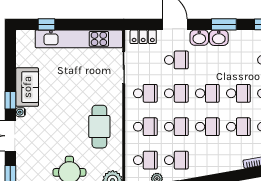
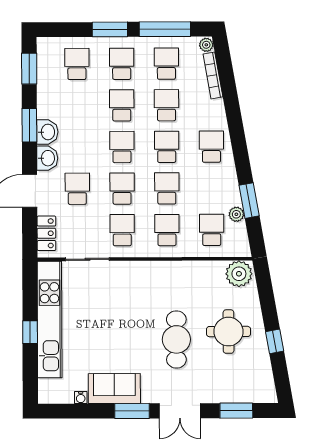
window: (46, 24) -> (30, 332), moved
window: (10, 100) -> (132, 411), width x1.50
water cooler: (21, 112) -> (81, 398), moved
cafe table: (99, 127) -> (176, 339), moved, turned 90
school desk: (176, 160) -> (211, 147), moved

